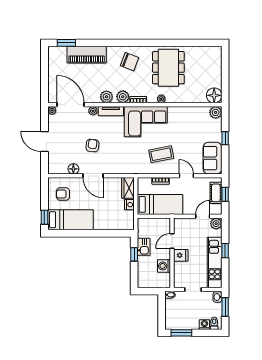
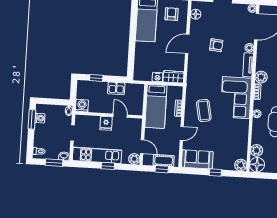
plant: (106, 97) -> (257, 150), moved
floor lamp: (73, 169) -> (196, 14), moved
window: (134, 254) -> (96, 78), moved
washing machine: (164, 266) -> (82, 106), moved
washing machine: (204, 325) -> (40, 118), moved

